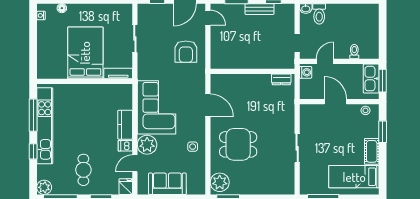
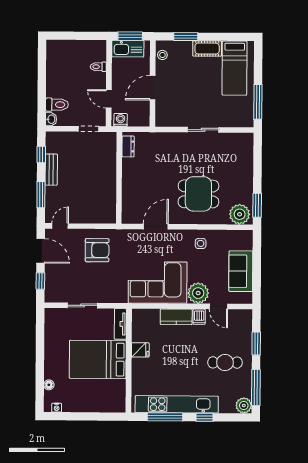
dining table: (238, 144) -> (198, 194), turned 90
fridge: (126, 187) -> (140, 350), moved, turned 180

